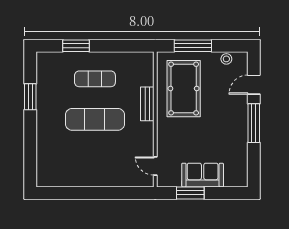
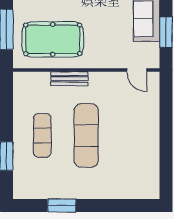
door: (155, 166) -> (137, 70), hinge flipped

